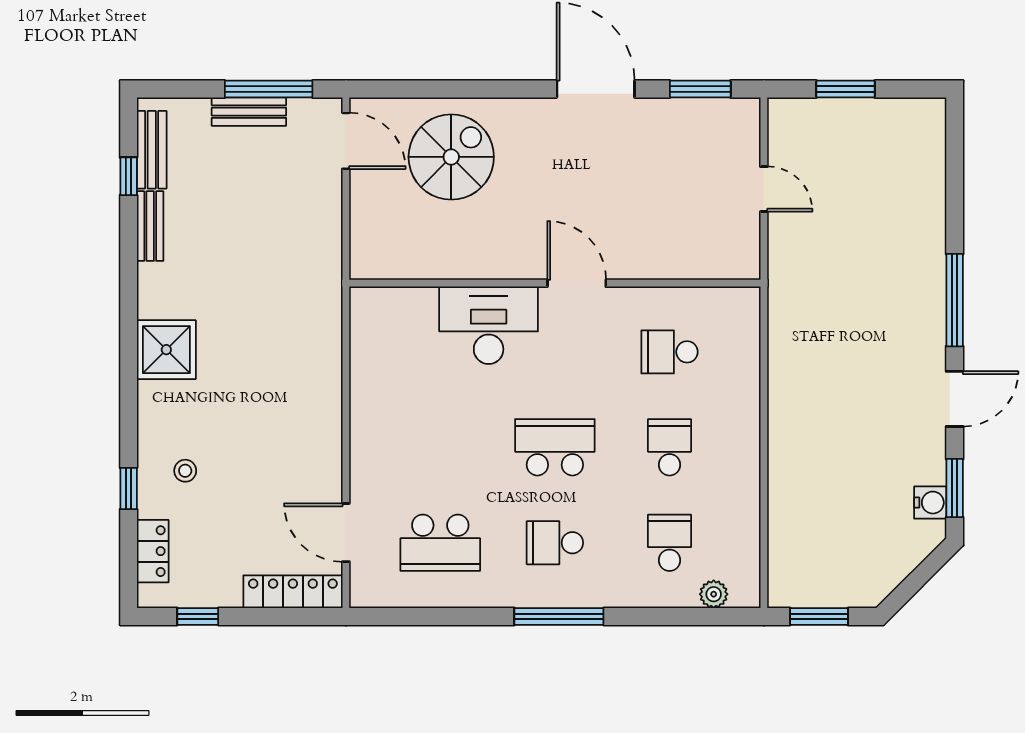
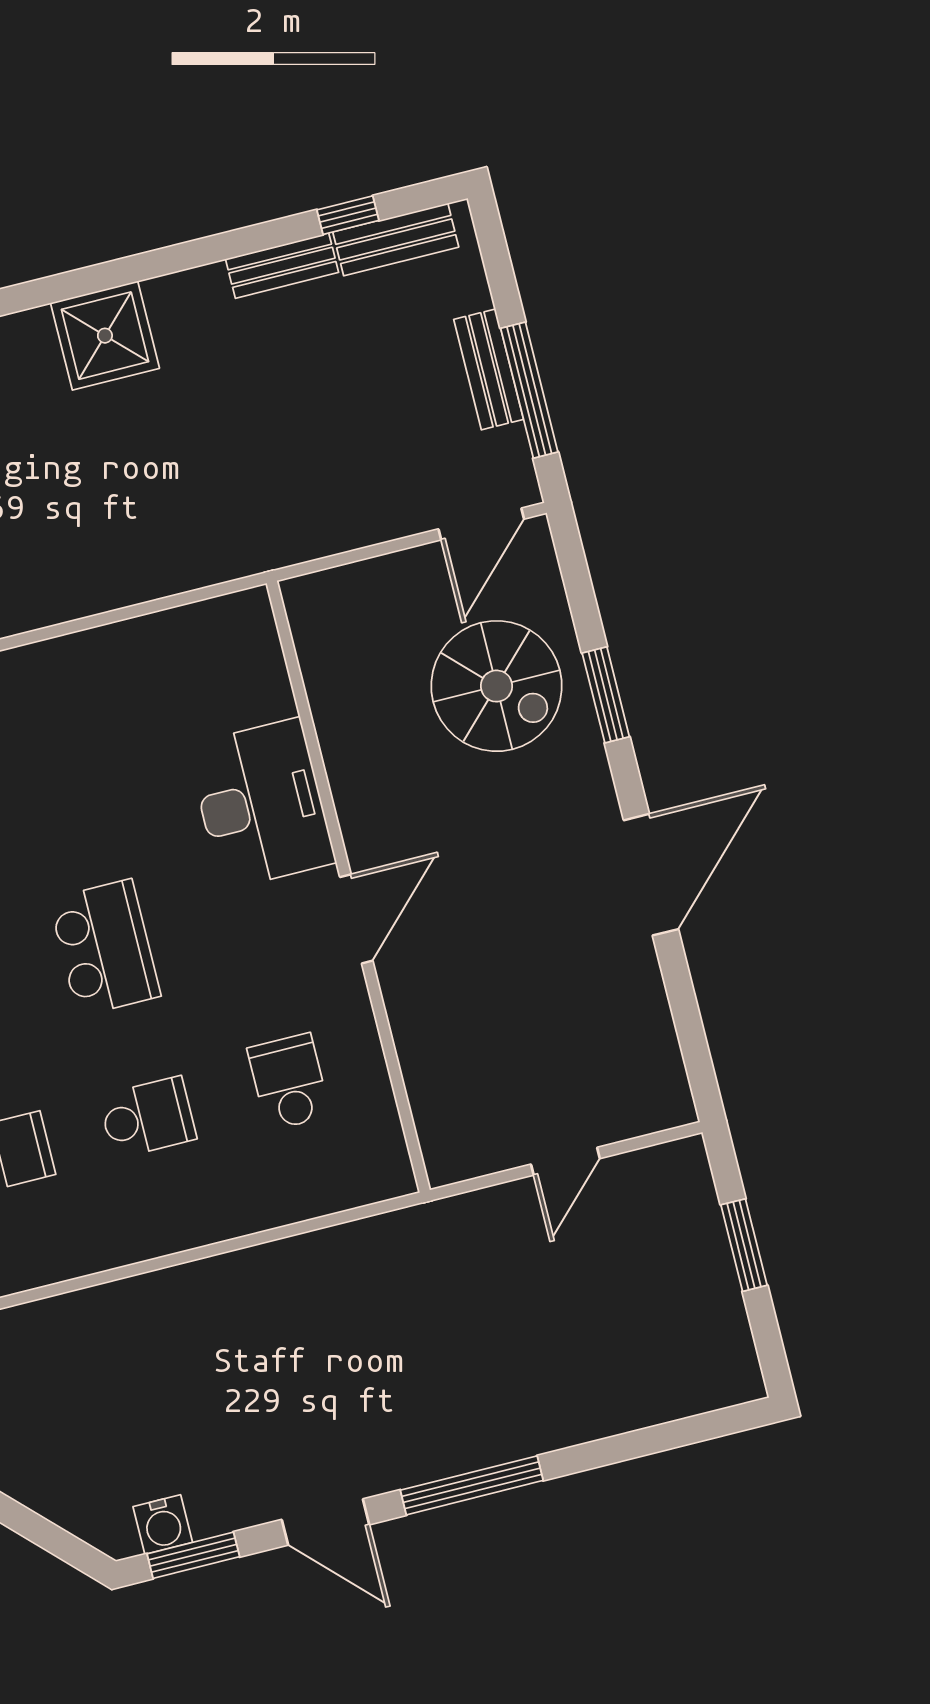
window: (700, 89) -> (606, 695), moved

